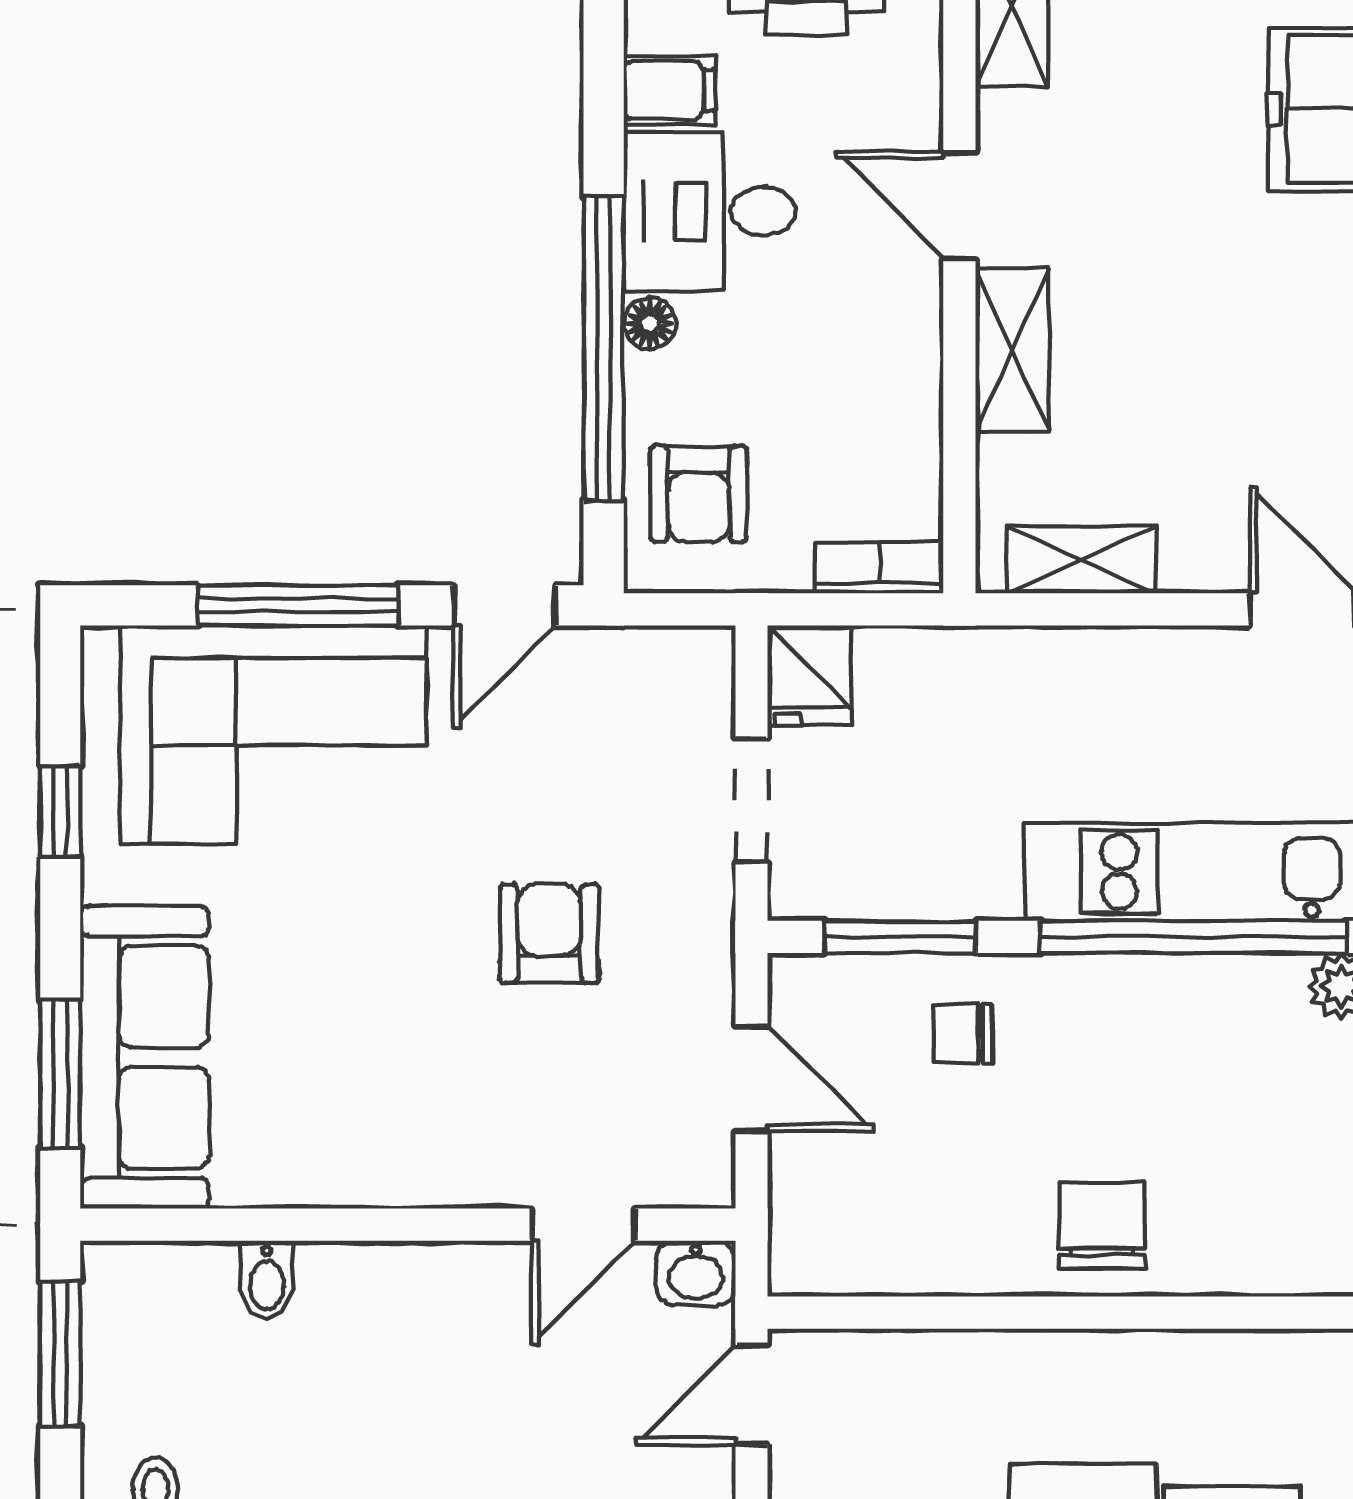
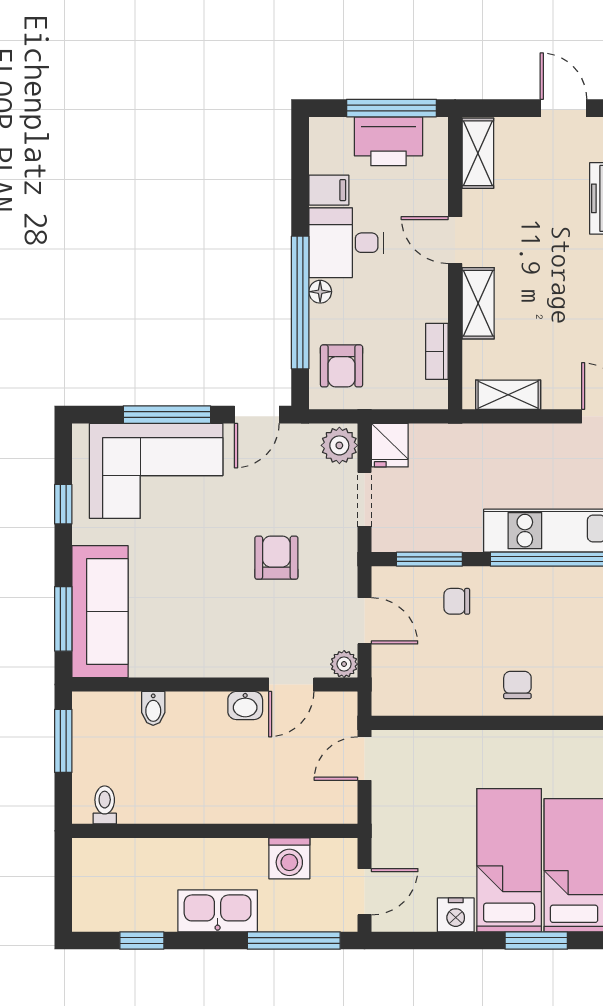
bookcase: (879, 568) -> (437, 351), moved, turned -90
plant: (694, 676) -> (339, 445), added
plant: (704, 1178) -> (344, 664), added
chair: (1102, 1226) -> (517, 685), width x0.73, depth x0.73
washbasin: (696, 1273) -> (245, 706), moved

